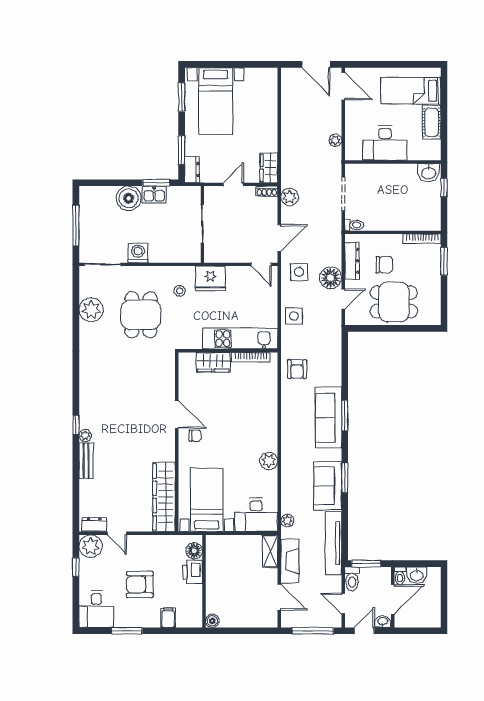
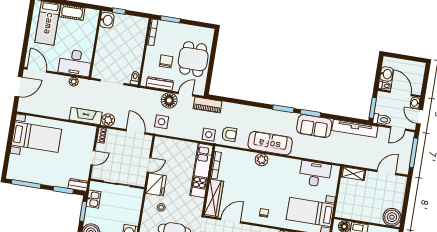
door: (343, 86) -> (37, 70), hinge flipped
window: (182, 97) -> (26, 184), width x1.44
bed with nightstands: (216, 101) -> (37, 137), moved
desk: (385, 143) -> (75, 63), moved, turned 90
wardrobe: (269, 168) -> (85, 131), removed
door: (233, 184) -> (93, 158), swing flipped
kitchen sink: (154, 195) -> (94, 199), moved
door: (261, 264) -> (149, 165), moved
door: (343, 299) -> (185, 94), hinge flipped
side table: (294, 316) -> (209, 135), moved
piano: (333, 332) -> (208, 105), added
wardrobe: (213, 362) -> (214, 198), width x1.50
door: (177, 414) -> (231, 221), moved
window: (345, 416) -> (283, 109), moved
sofa: (329, 418) -> (270, 143), moved, turned 180
plant: (269, 461) -> (262, 160), moved
desk: (256, 515) -> (315, 174), moved, turned -90
plant: (287, 521) -> (334, 158), removed
fireplace: (290, 561) -> (86, 116), moved
boiler: (212, 621) -> (392, 217), width x1.86, depth x1.86

